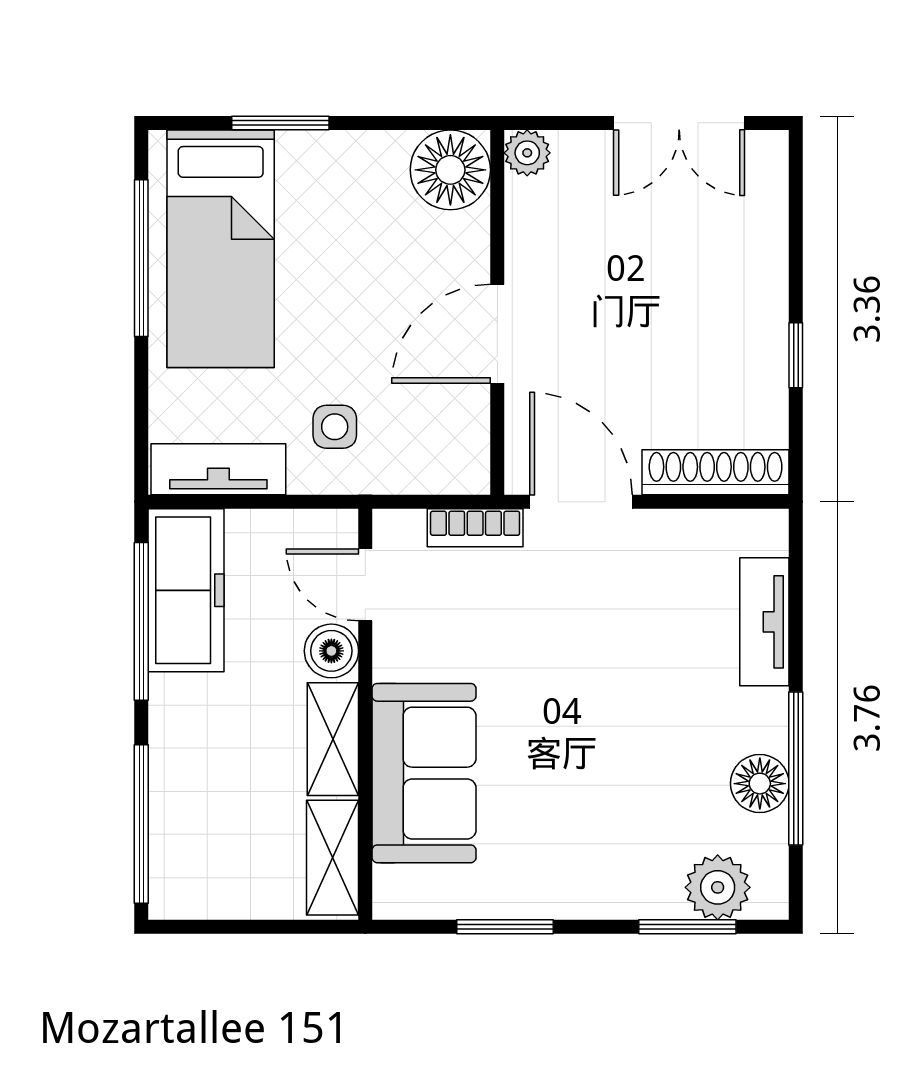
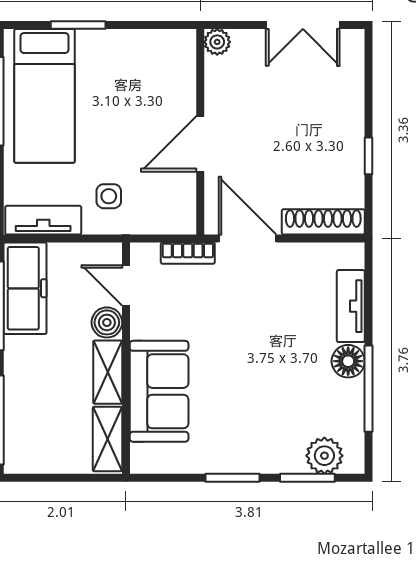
floor lamp: (450, 170) -> (174, 52), removed
floor lamp: (760, 784) -> (348, 361), moved
window: (505, 927) -> (233, 478), moved

